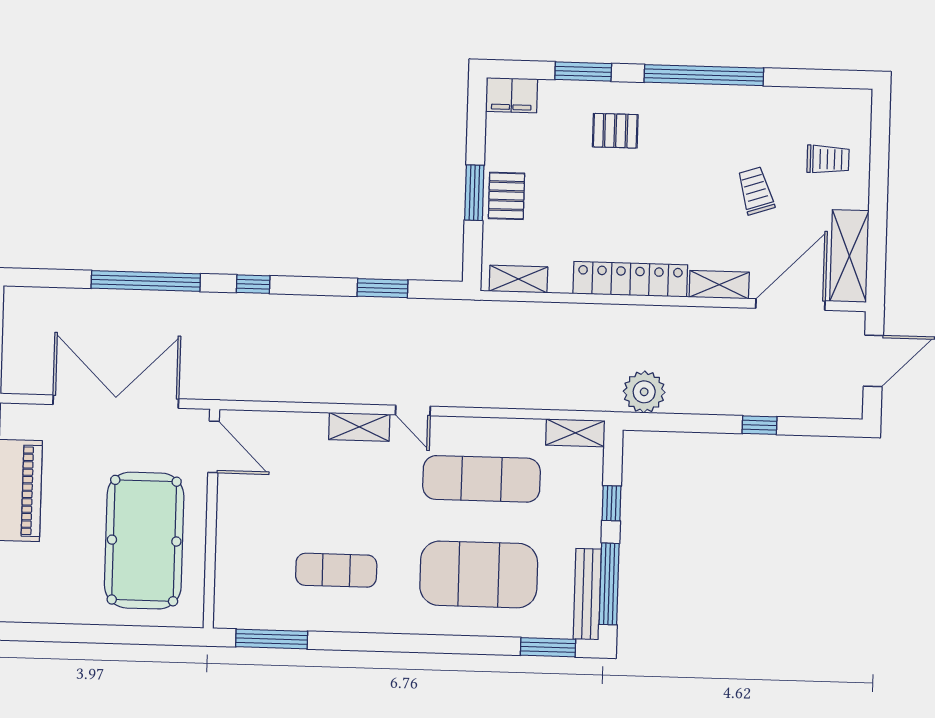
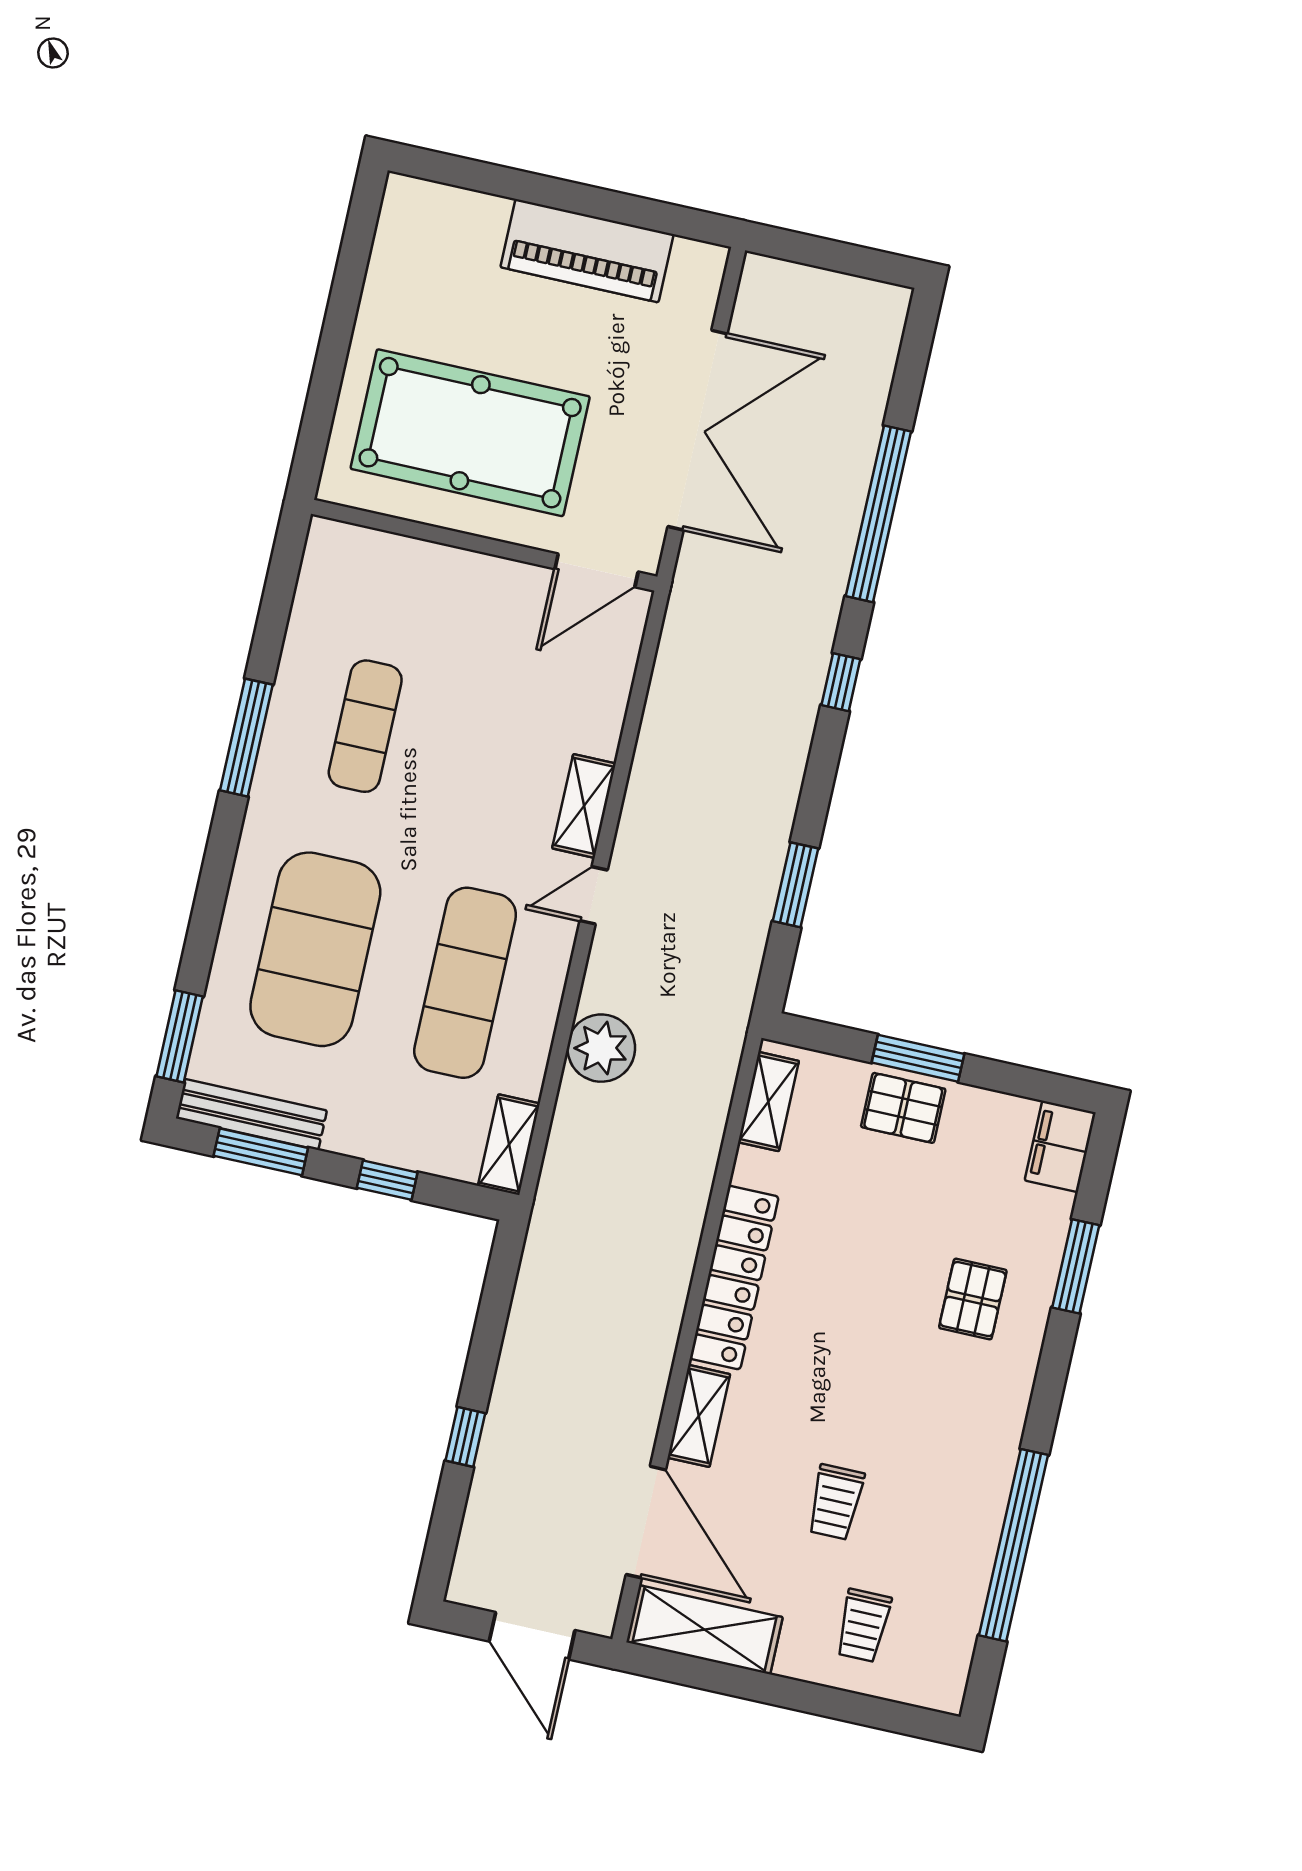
window: (704, 75) -> (1013, 1545), moved
trolley: (756, 191) -> (836, 1502), turned 108
plant: (644, 392) -> (601, 1048), moved
window: (609, 584) -> (261, 1152), width x0.69
window: (272, 639) -> (246, 738), moved

